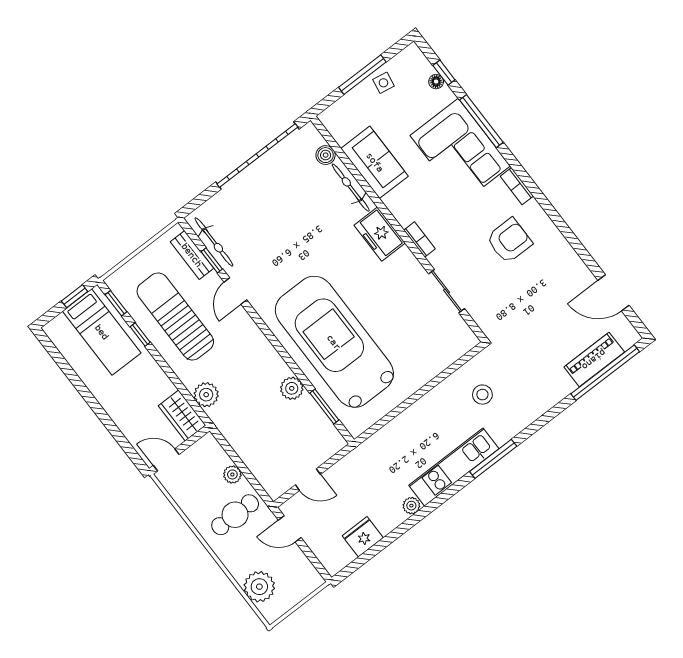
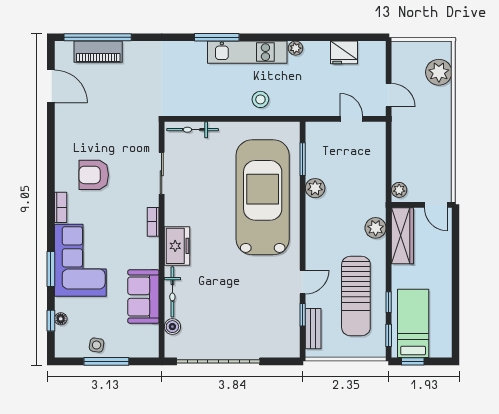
window: (481, 121) -> (51, 269), width x0.69
bicycle: (214, 242) -> (193, 130), moved, turned -90
car: (334, 342) -> (263, 197), turned 180
stool: (482, 395) -> (260, 99), moved
wardrobe: (182, 416) -> (402, 236), width x1.50
plant: (232, 474) -> (399, 190), moved
cafe table: (235, 515) -> (418, 133), removed

